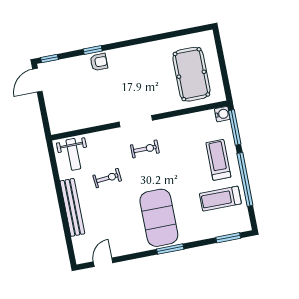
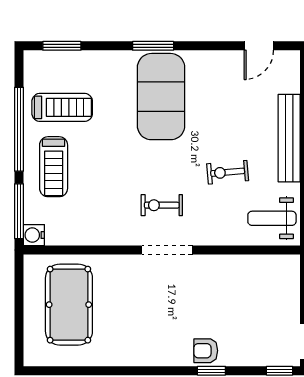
weight bench: (73, 154) -> (272, 218), turned -90

